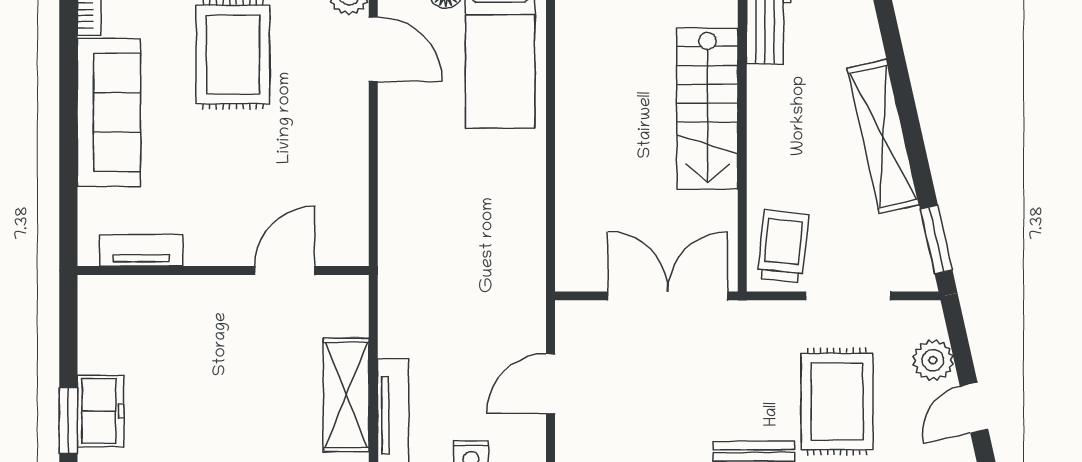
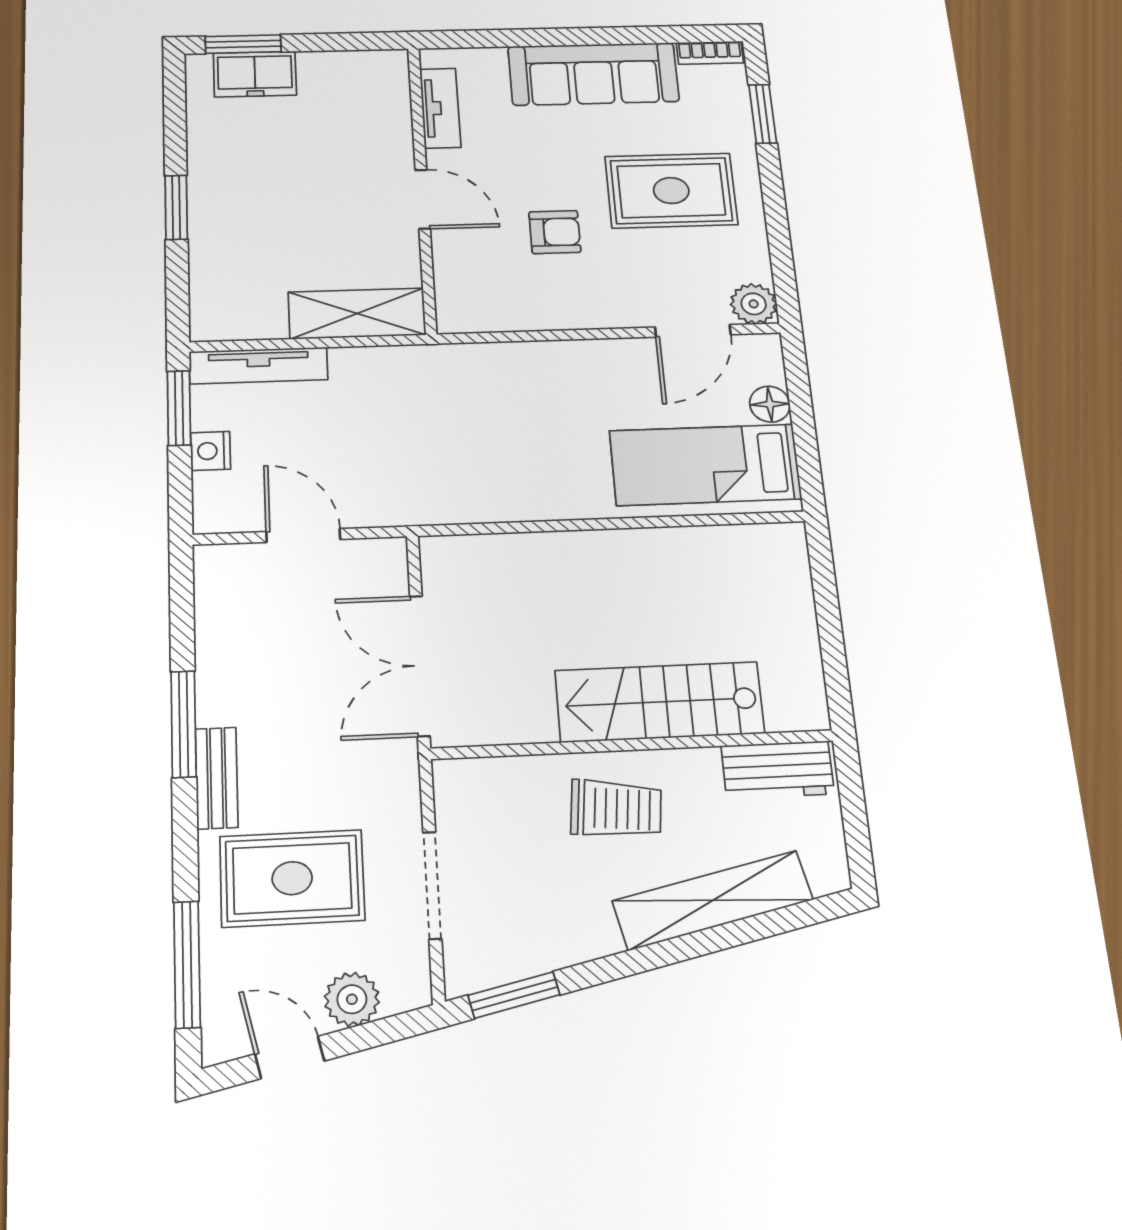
shelving: (883, 136) -> (713, 900), moved
armchair: (272, 159) -> (555, 232), added
trolley: (783, 246) -> (616, 809), moved
door: (285, 271) -> (423, 199), moved
double door: (668, 296) -> (420, 666), swing flipped
shelving: (346, 395) -> (357, 314), moved

